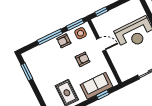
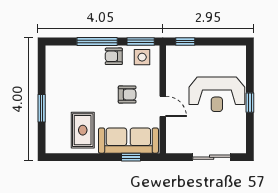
door: (101, 45) -> (163, 106), moved
window: (27, 72) -> (42, 108), moved
sofa: (97, 86) -> (128, 141), width x1.36

